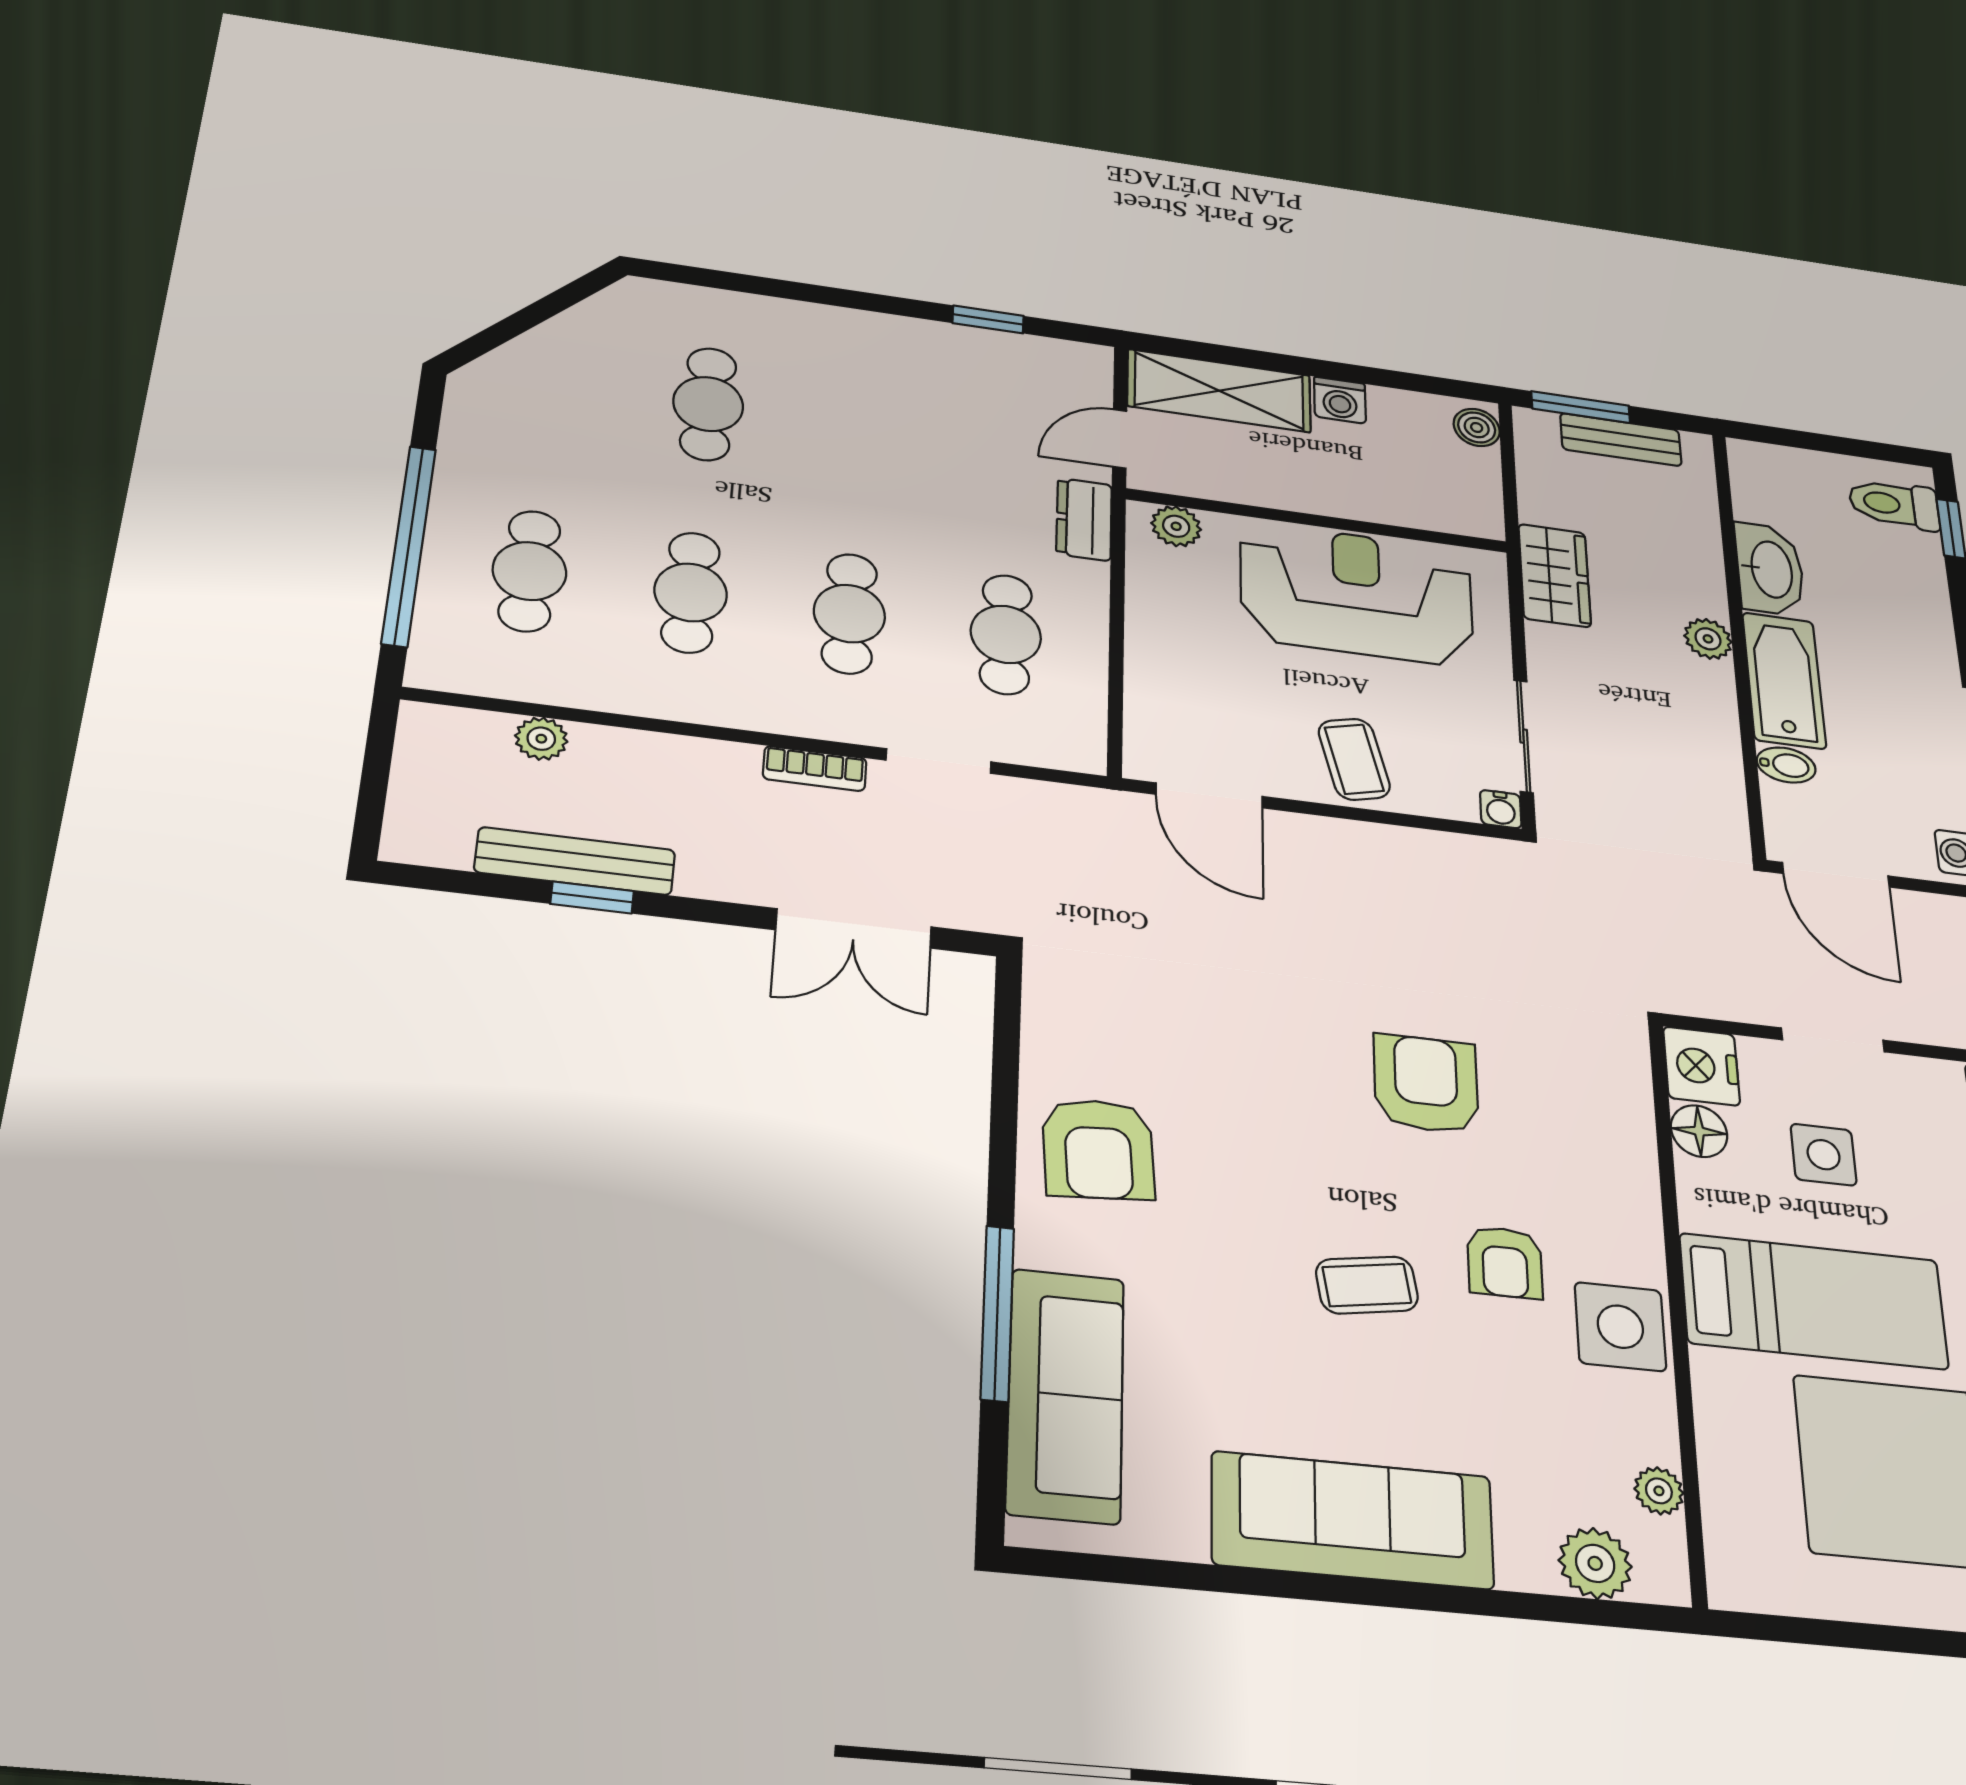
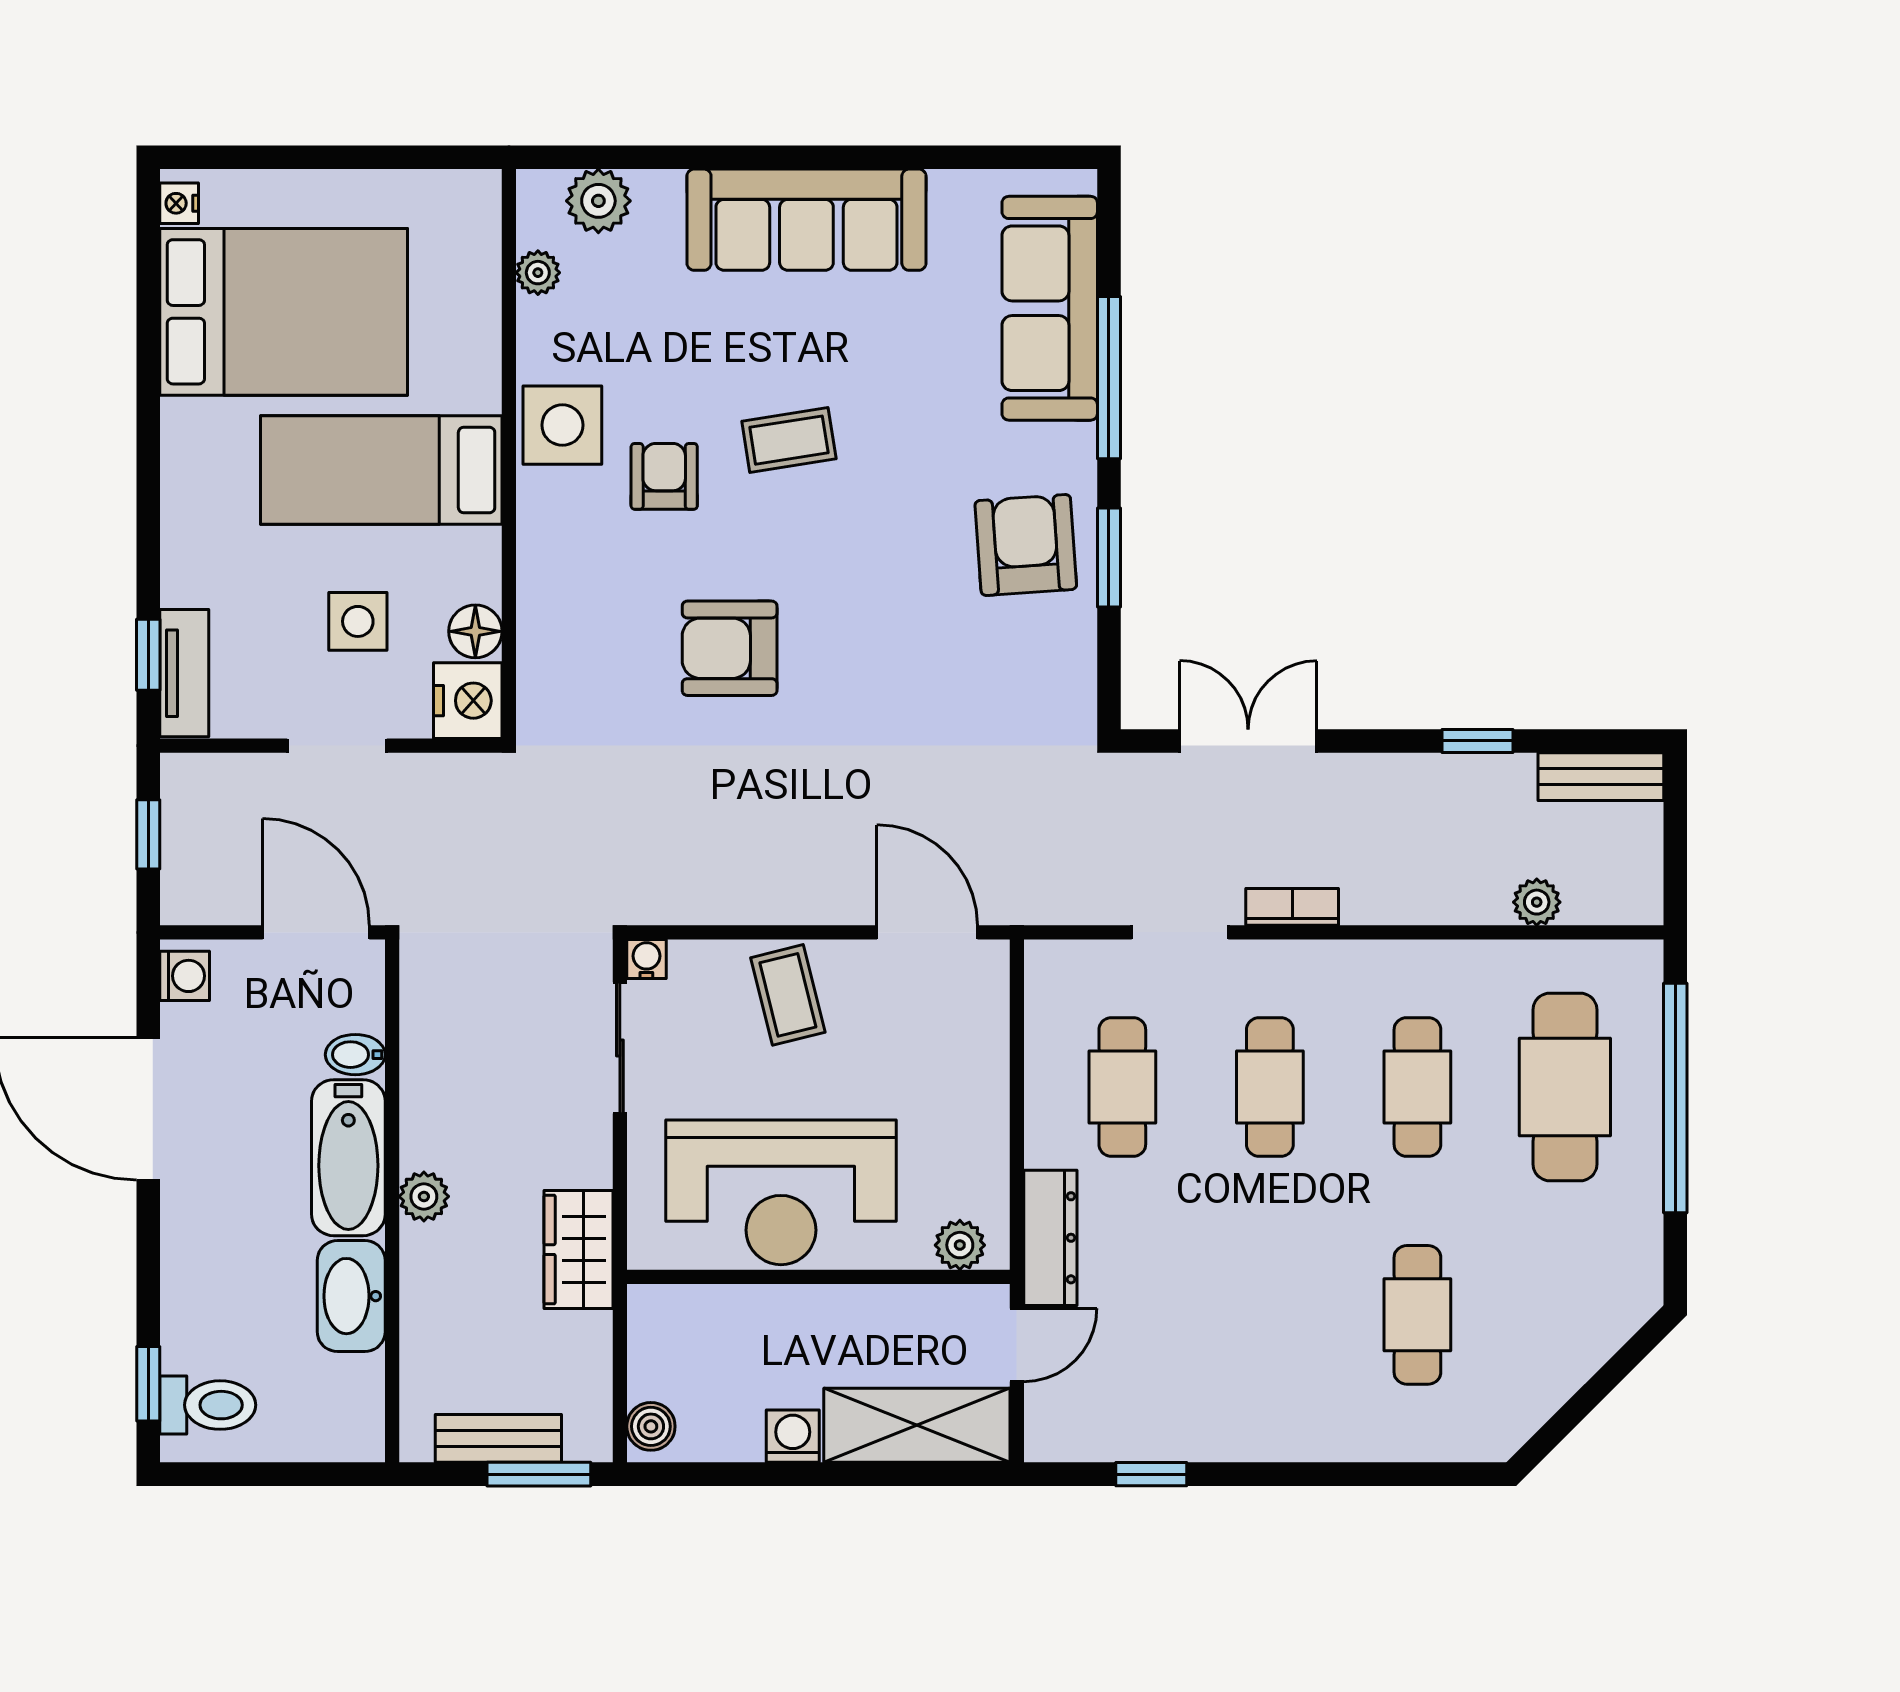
dresser: (1084, 519) -> (1050, 1238), width x1.44
cafe table: (529, 571) -> (1565, 1087), width x1.37, depth x1.35
bench: (575, 861) -> (1601, 777), moved, width x0.73
armchair: (1426, 1084) -> (730, 648), turned 90
window: (1004, 1126) -> (1109, 557), added

